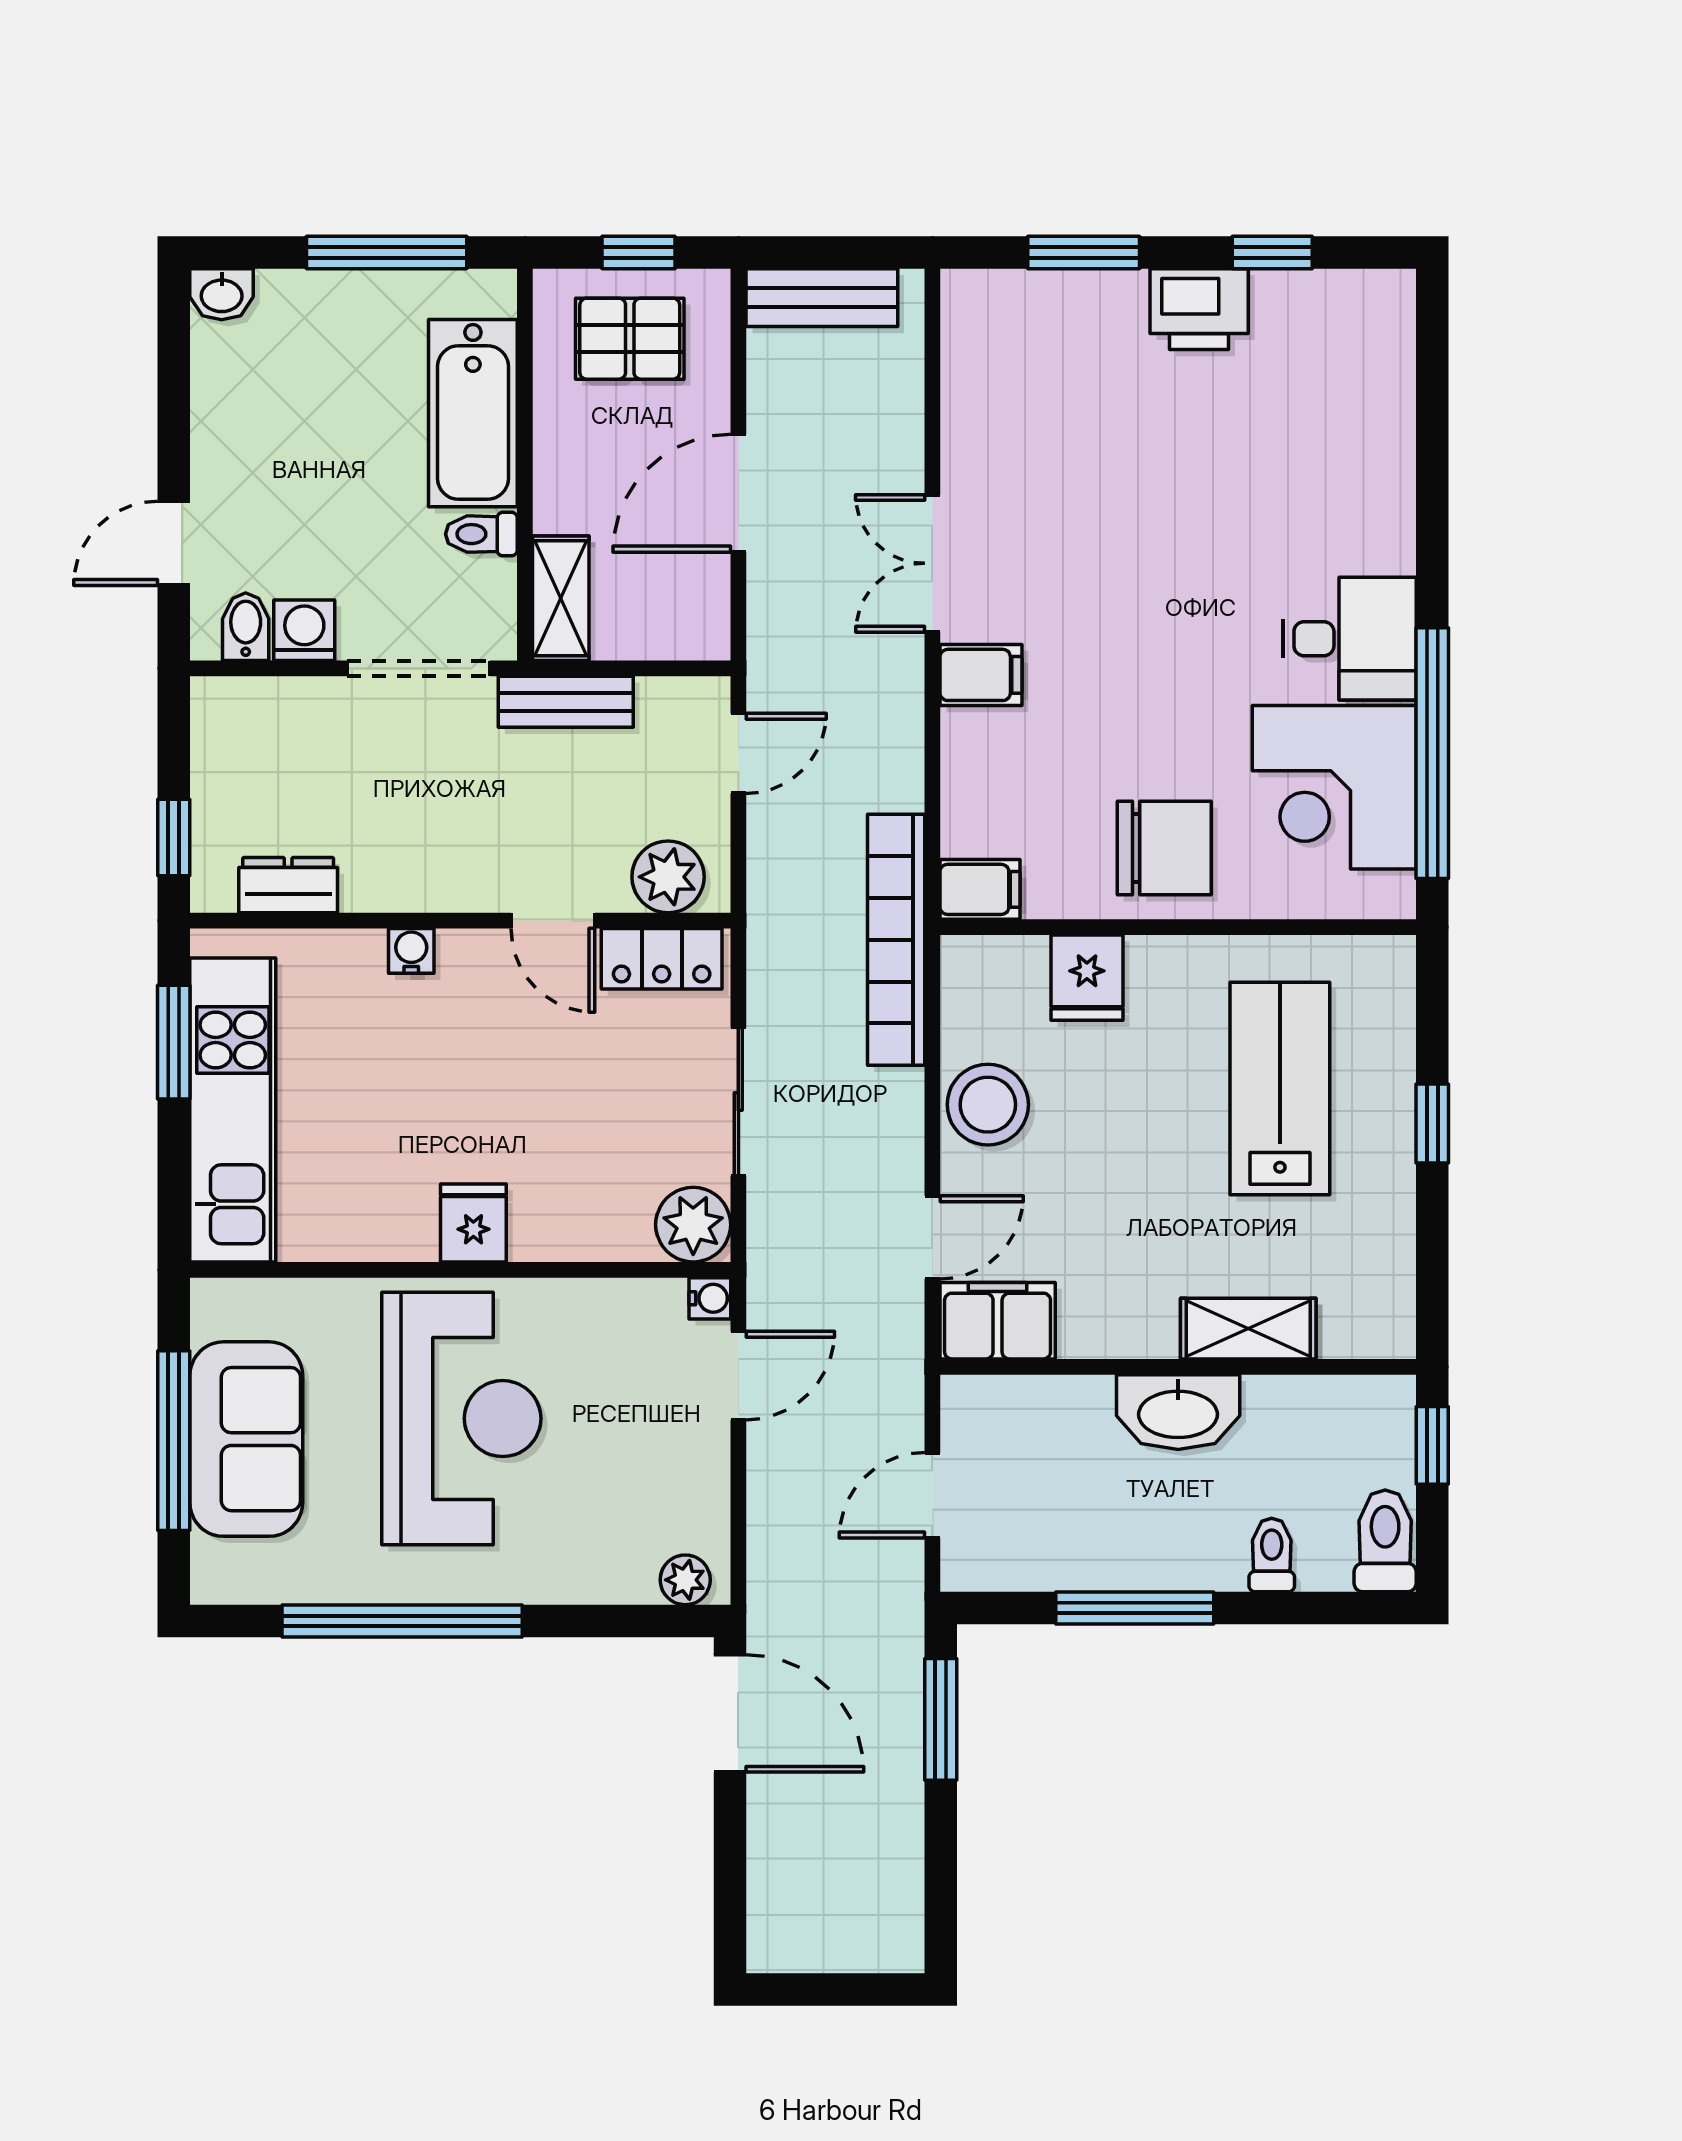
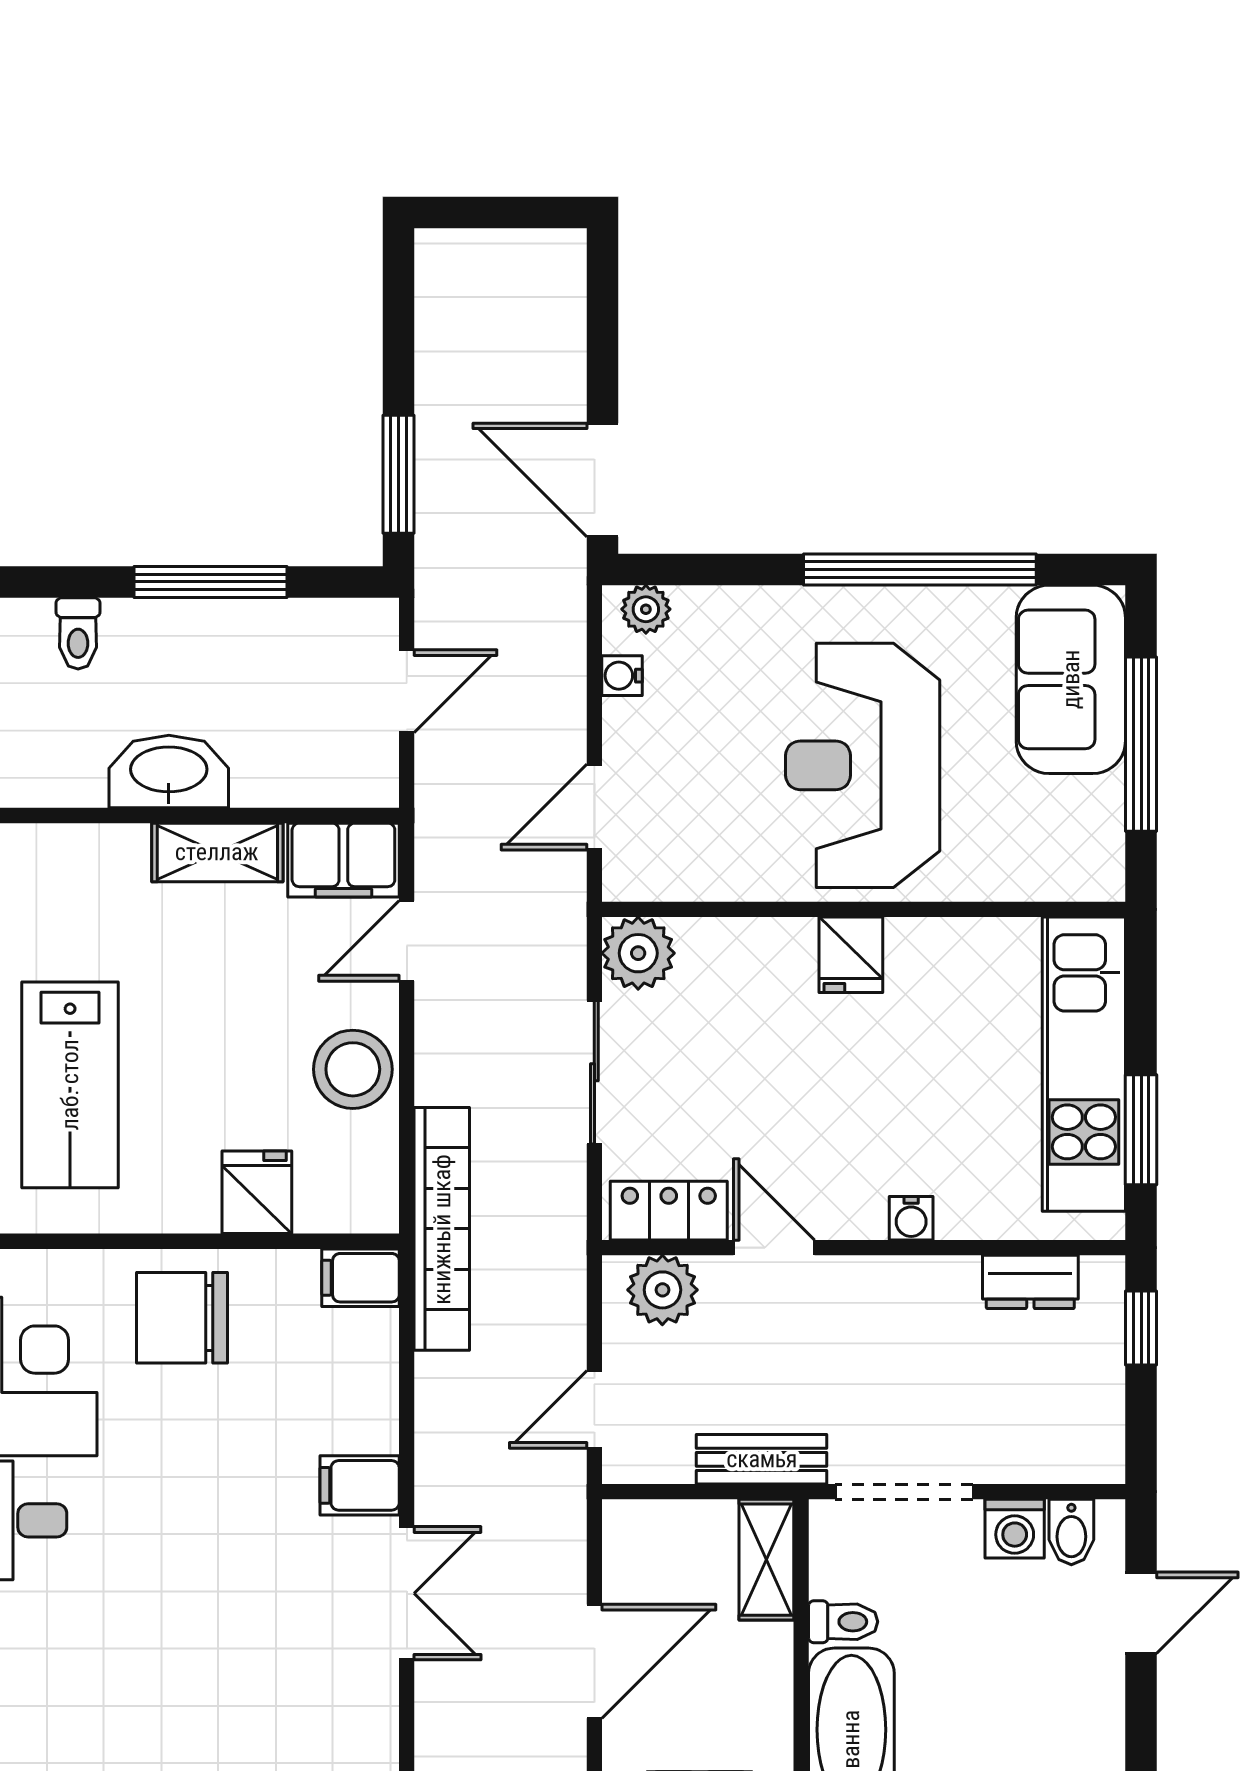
water cooler: (710, 1298) -> (622, 676), moved
shelving: (1248, 1329) -> (217, 852), moved
sofa: (246, 1439) -> (1071, 679), moved

